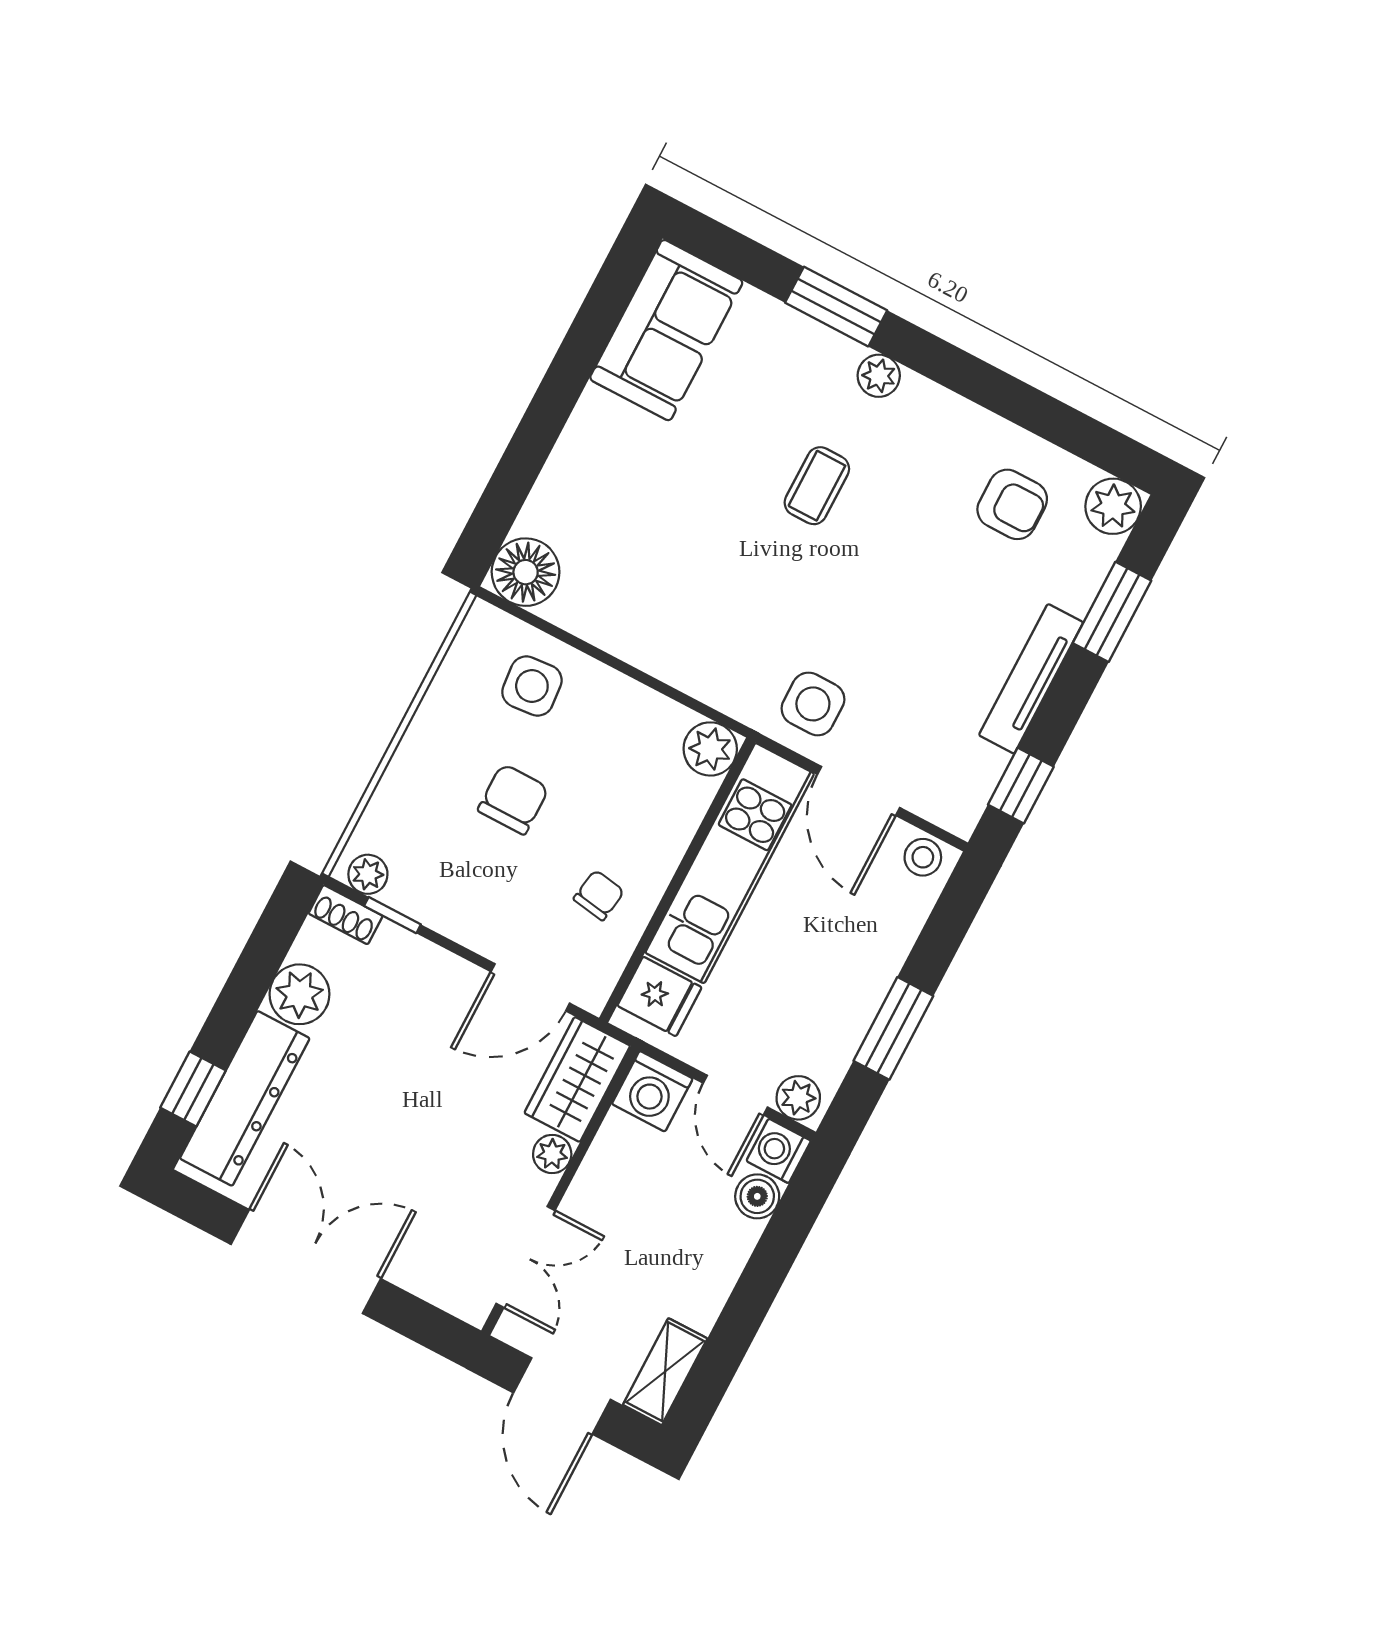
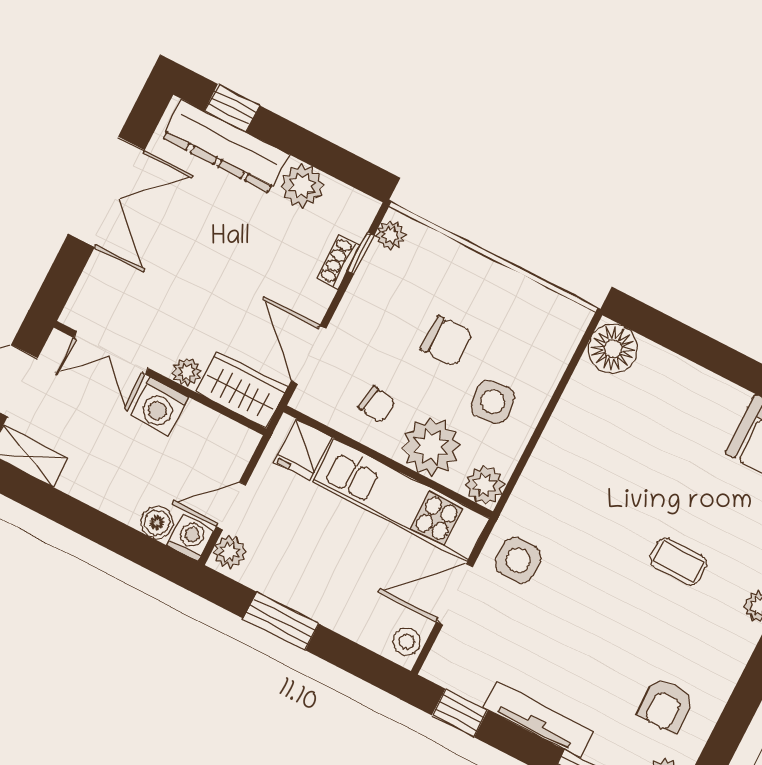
side table: (532, 686) -> (493, 402), moved
plant: (657, 822) -> (431, 447), added
shoe rack: (346, 915) -> (339, 262), moved
washing machine: (652, 1091) -> (159, 407), moved, turned -90

